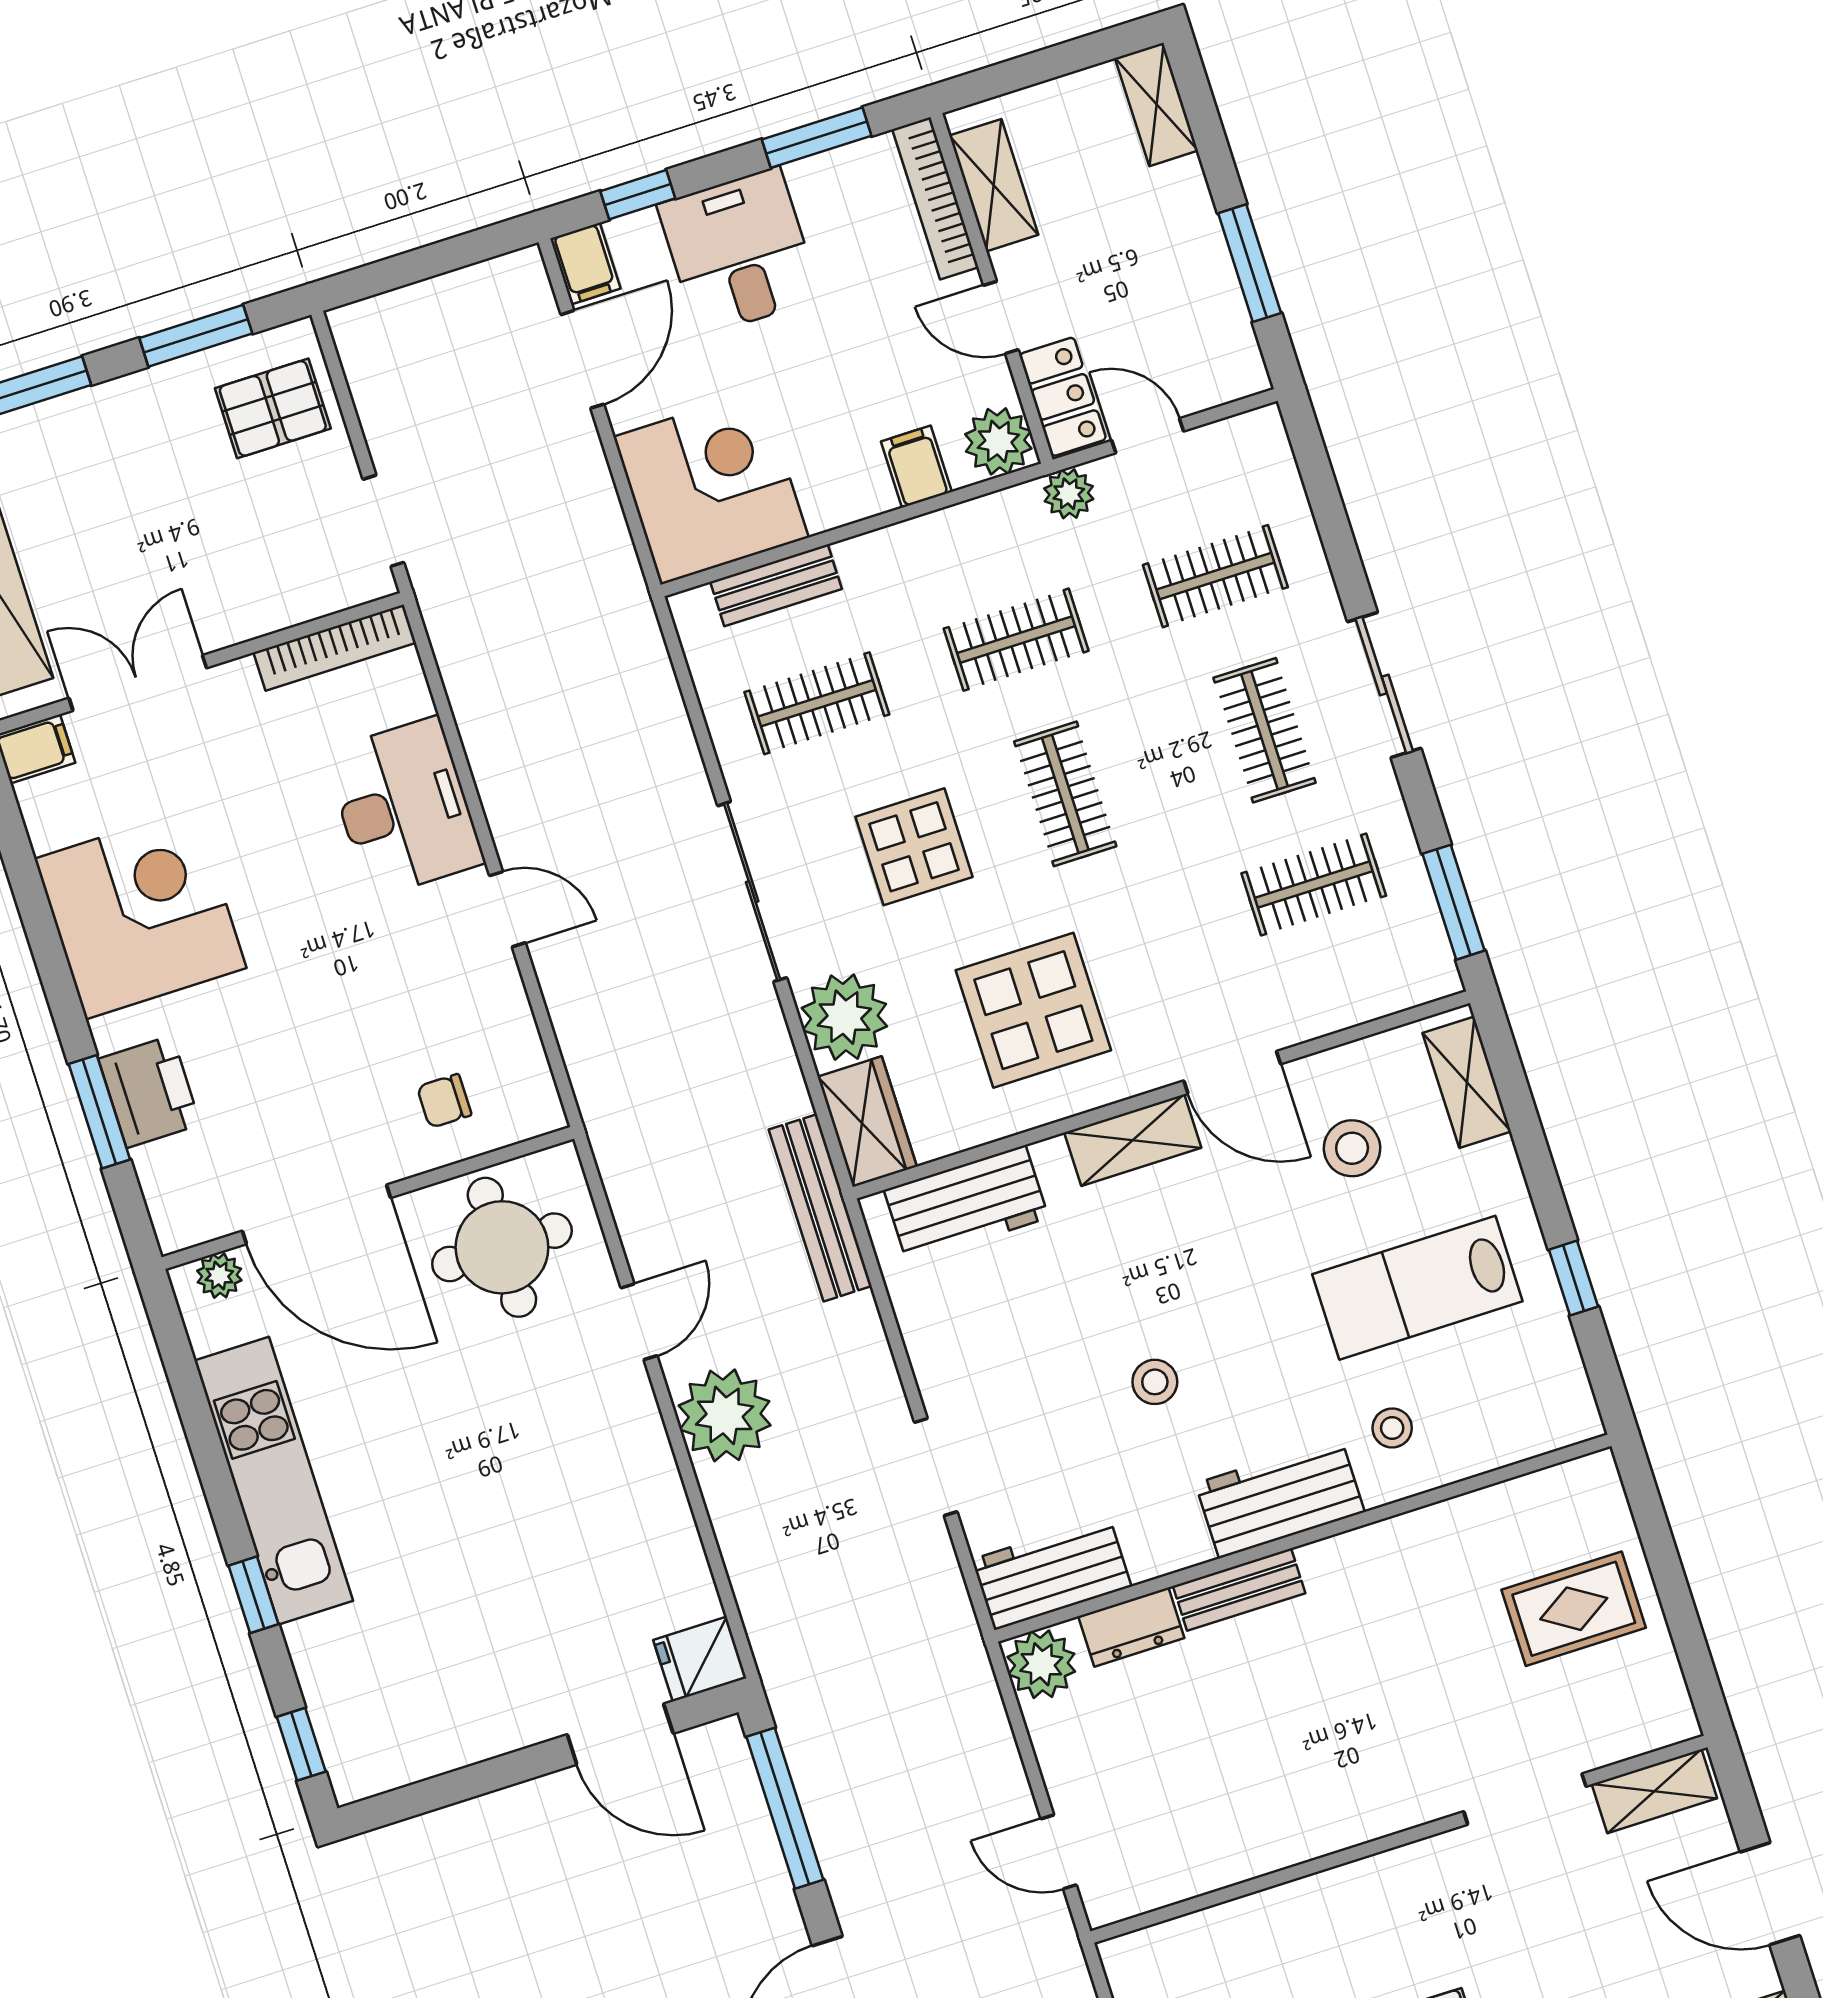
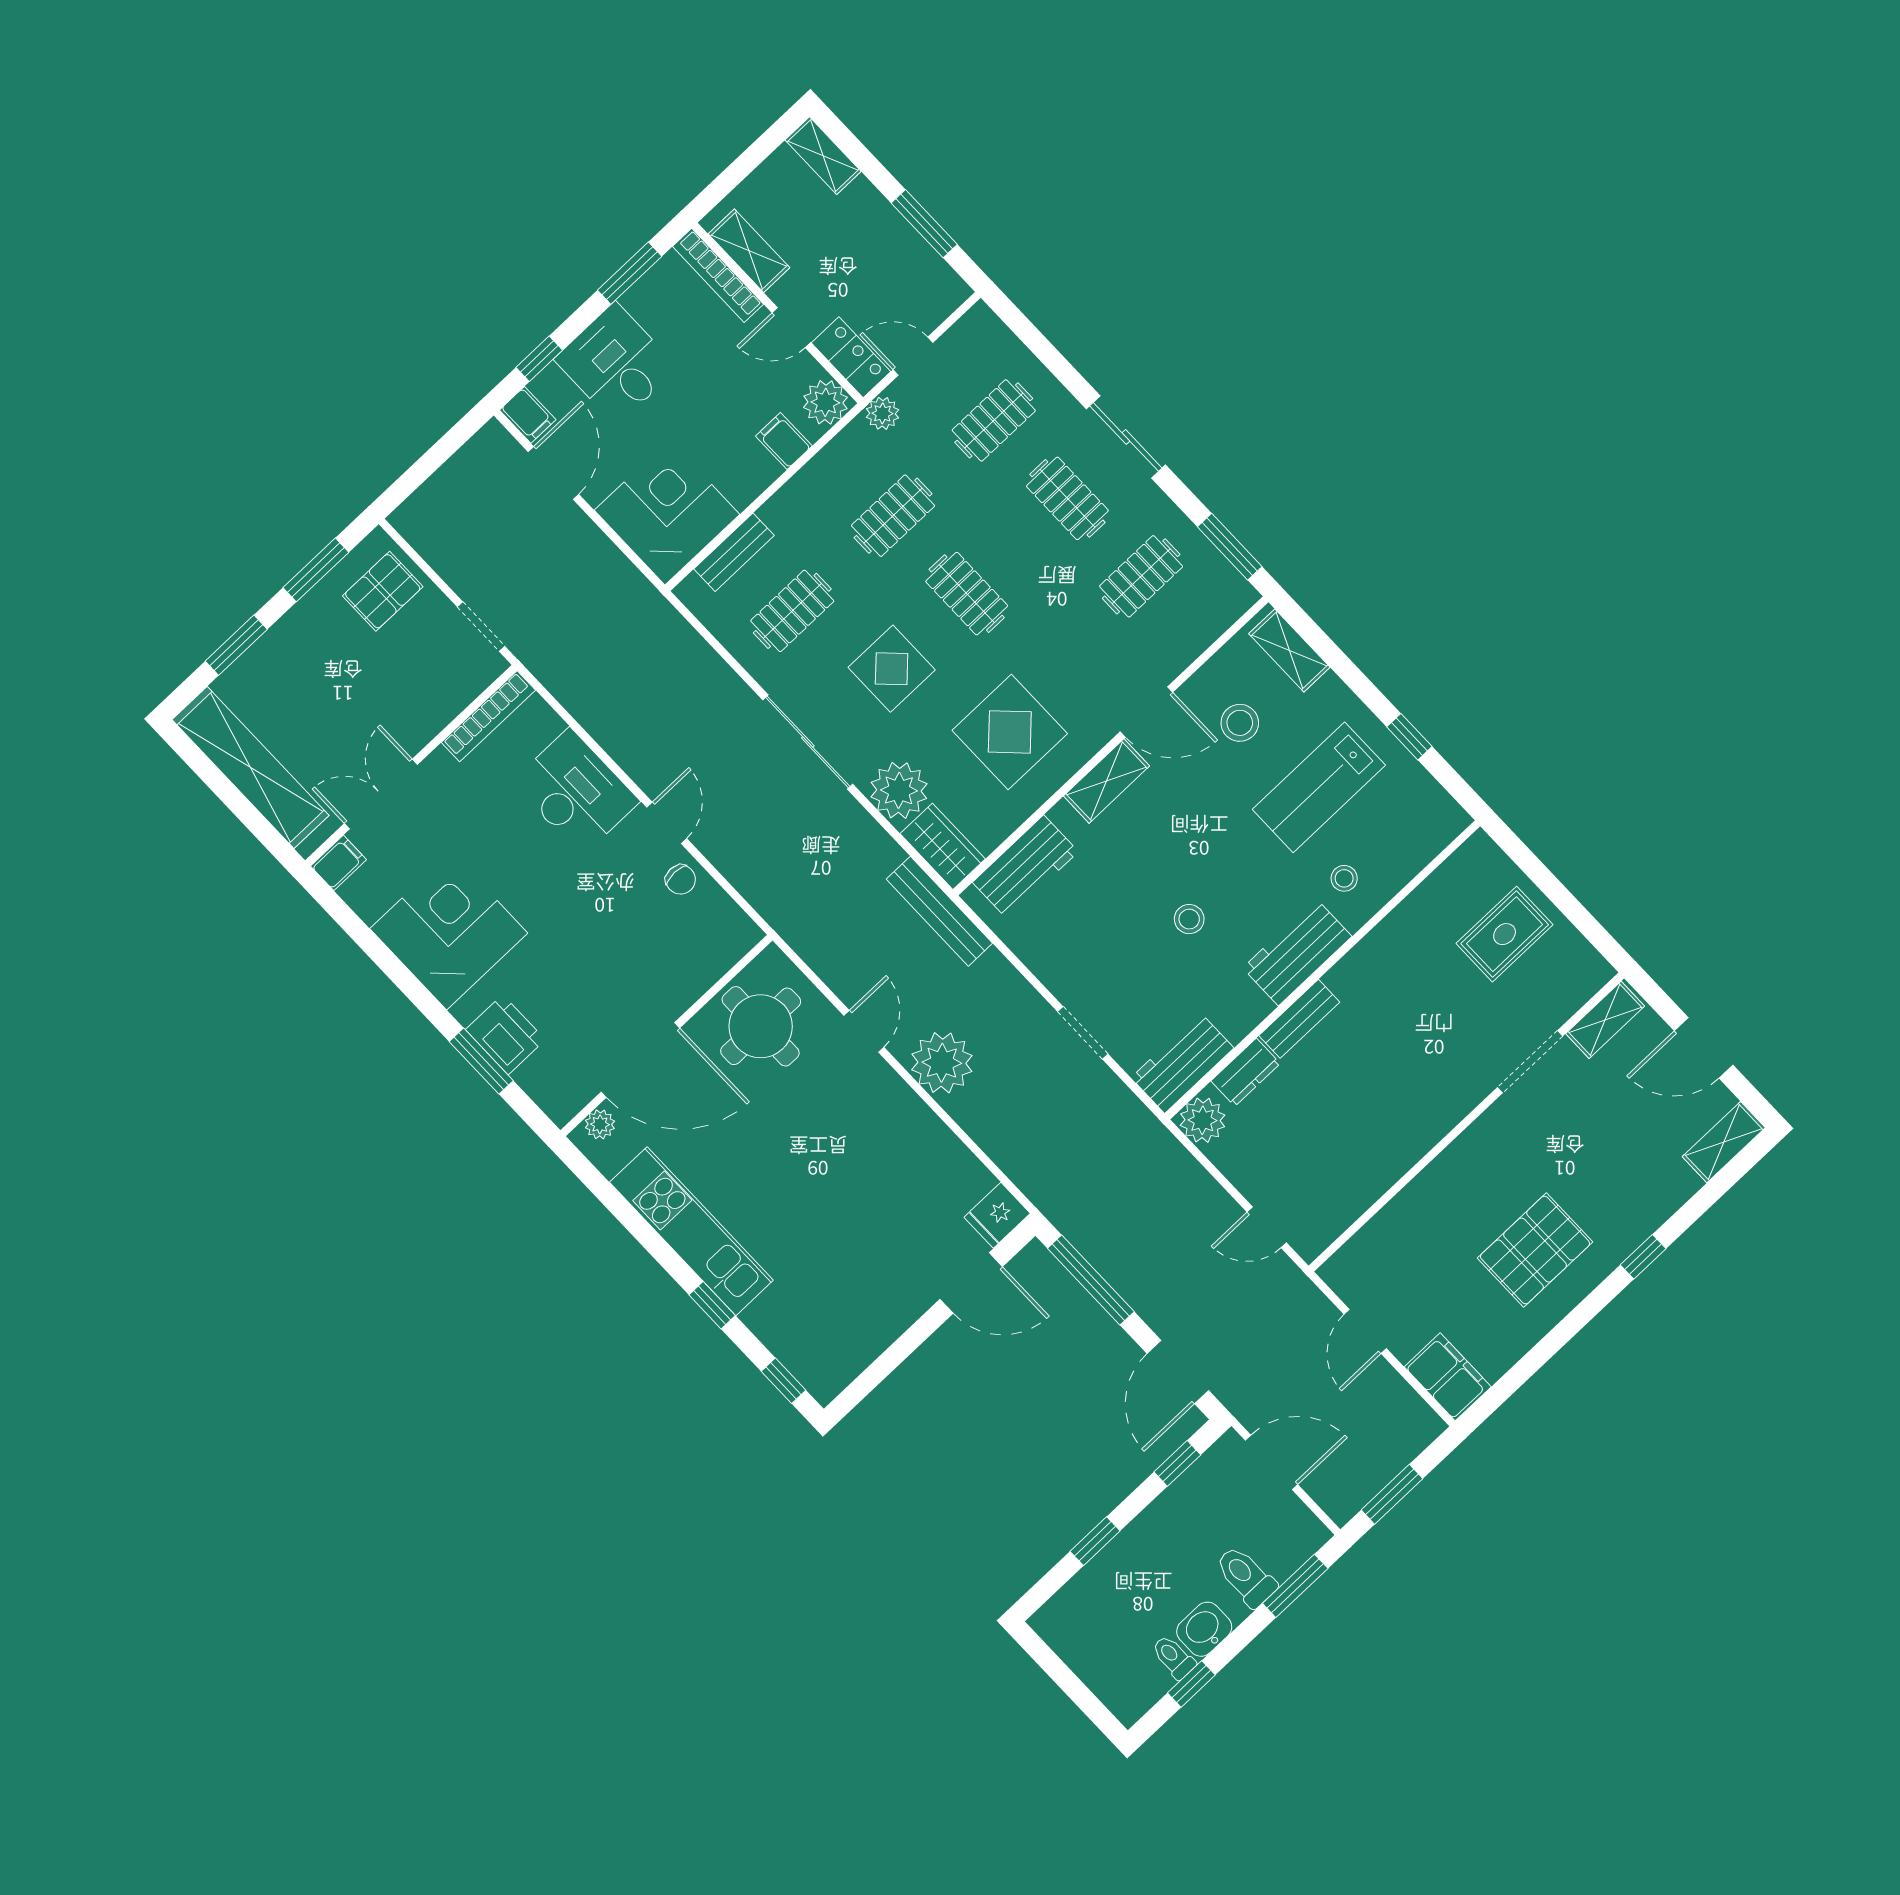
door: (507, 909) -> (667, 823), hinge flipped
chair: (444, 1101) -> (681, 880), moved, turned -90

